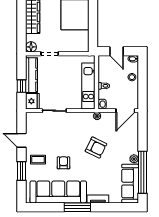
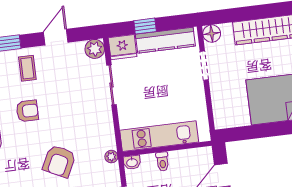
plant: (32, 118) -> (95, 49), added

